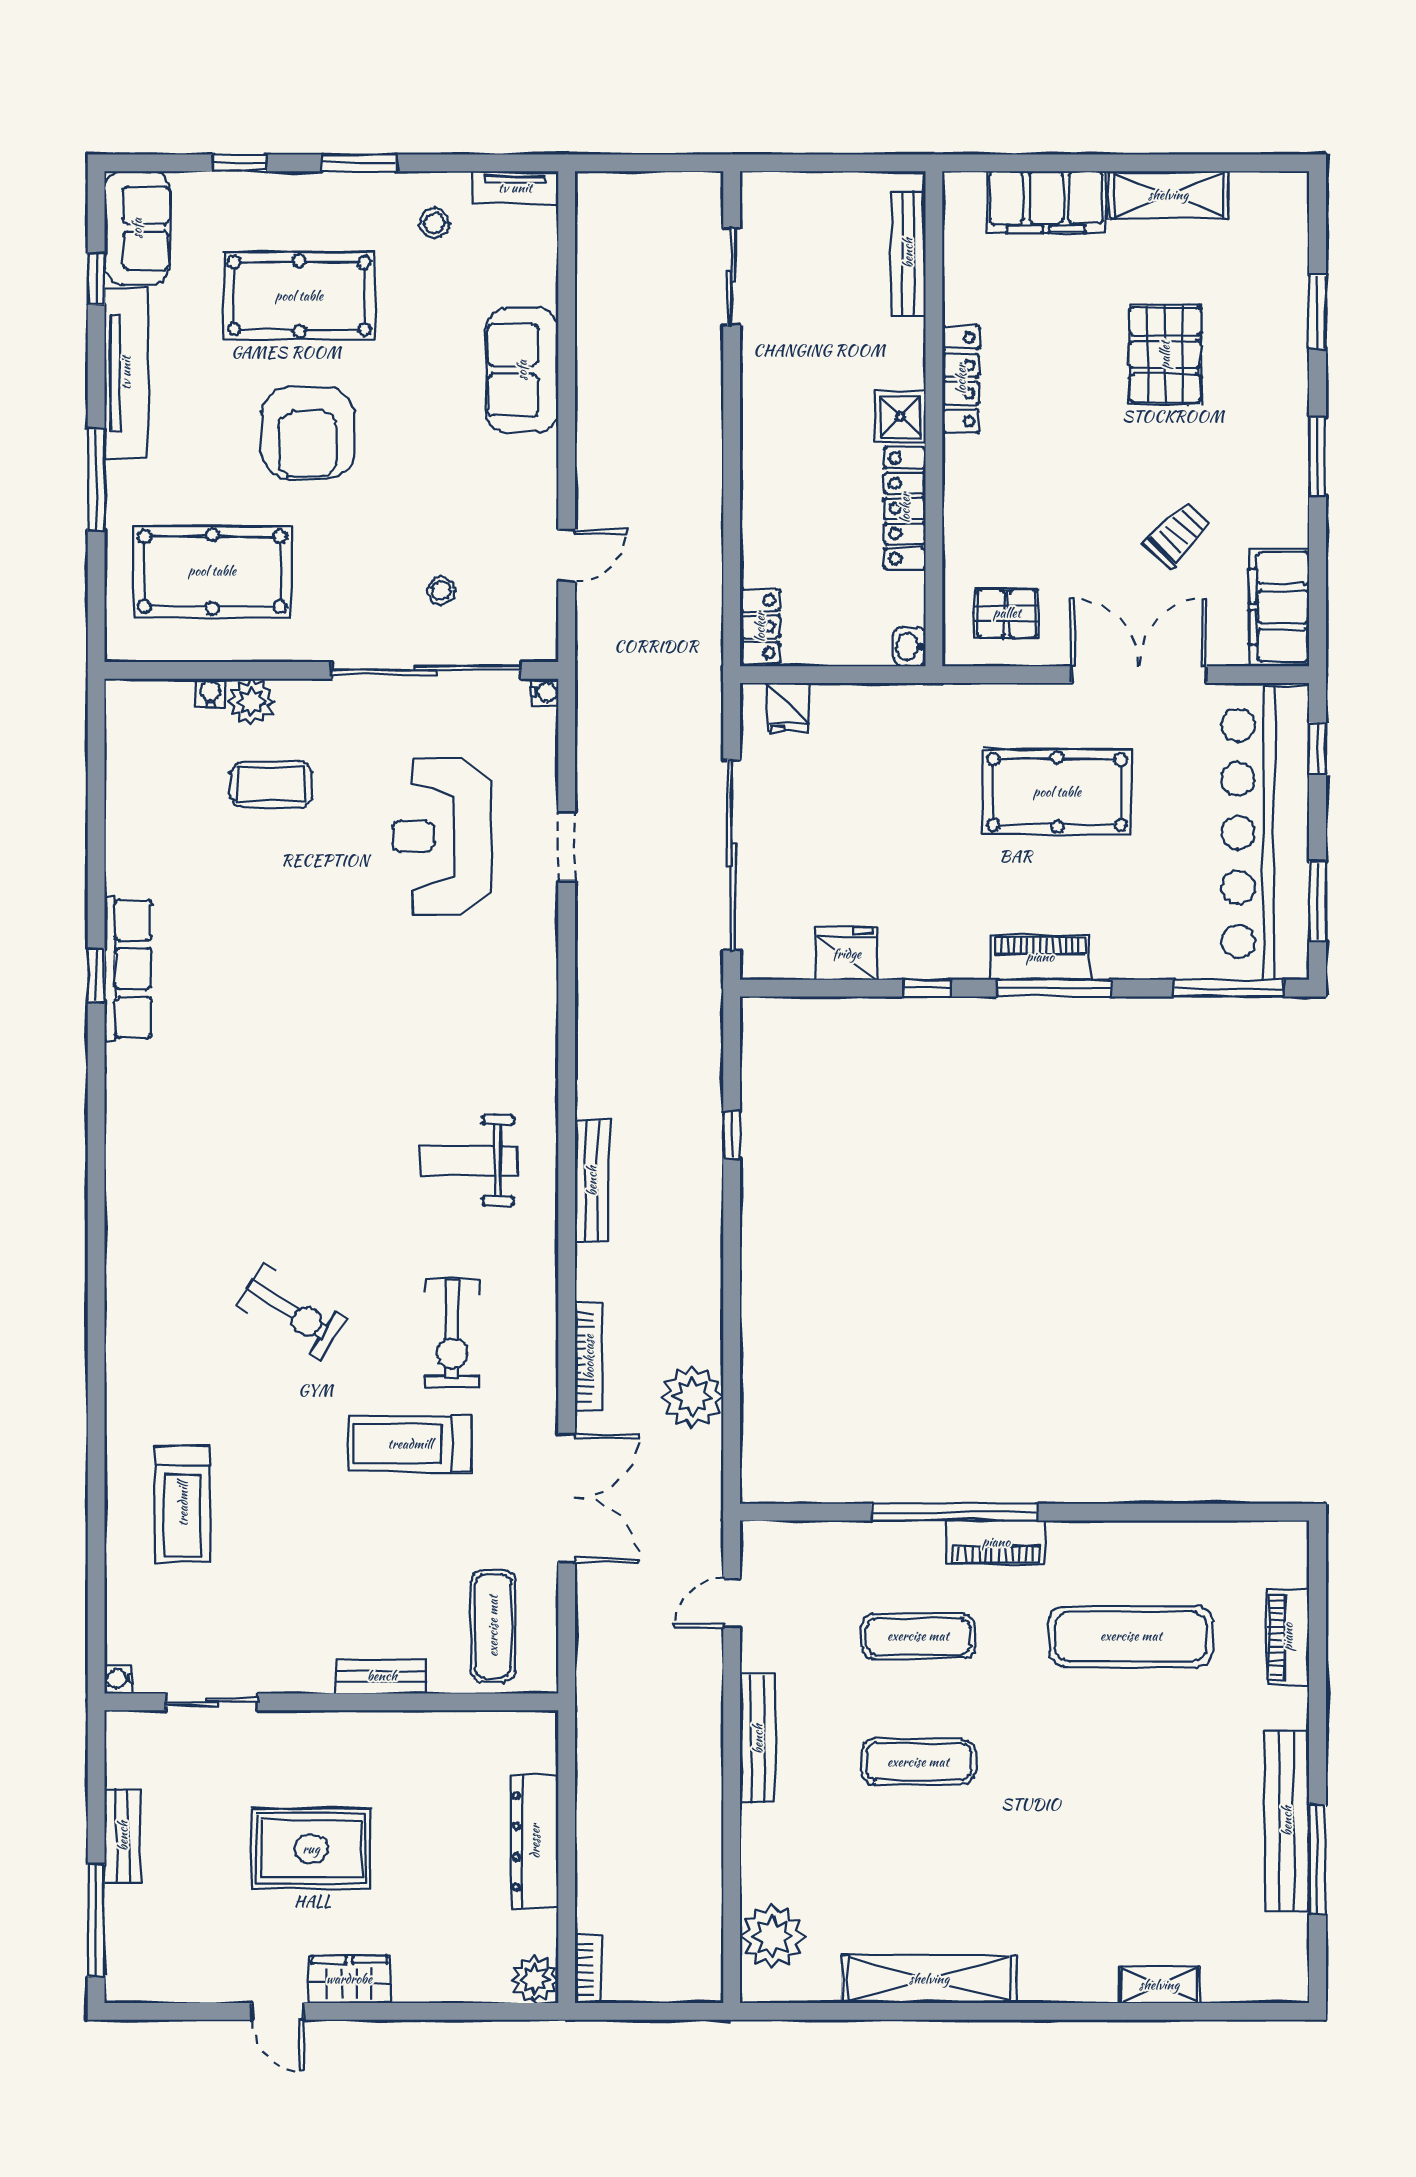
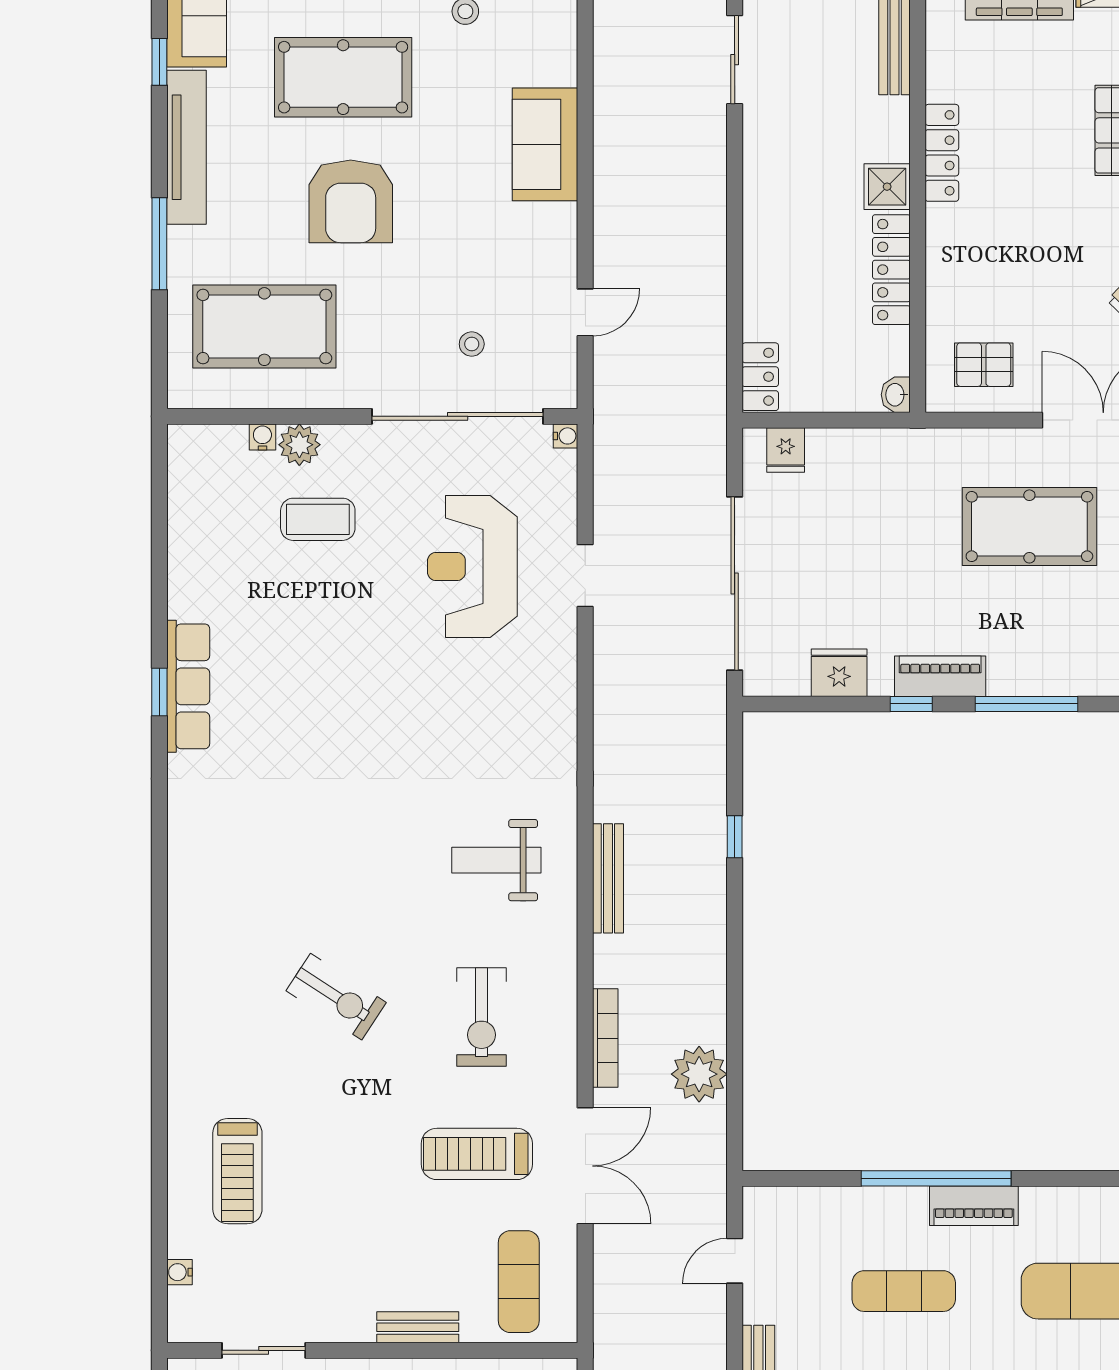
piano: (1040, 957) -> (940, 676), moved
treadmill: (410, 1444) -> (477, 1154), moved
water cooler: (119, 1679) -> (179, 1272), moved

